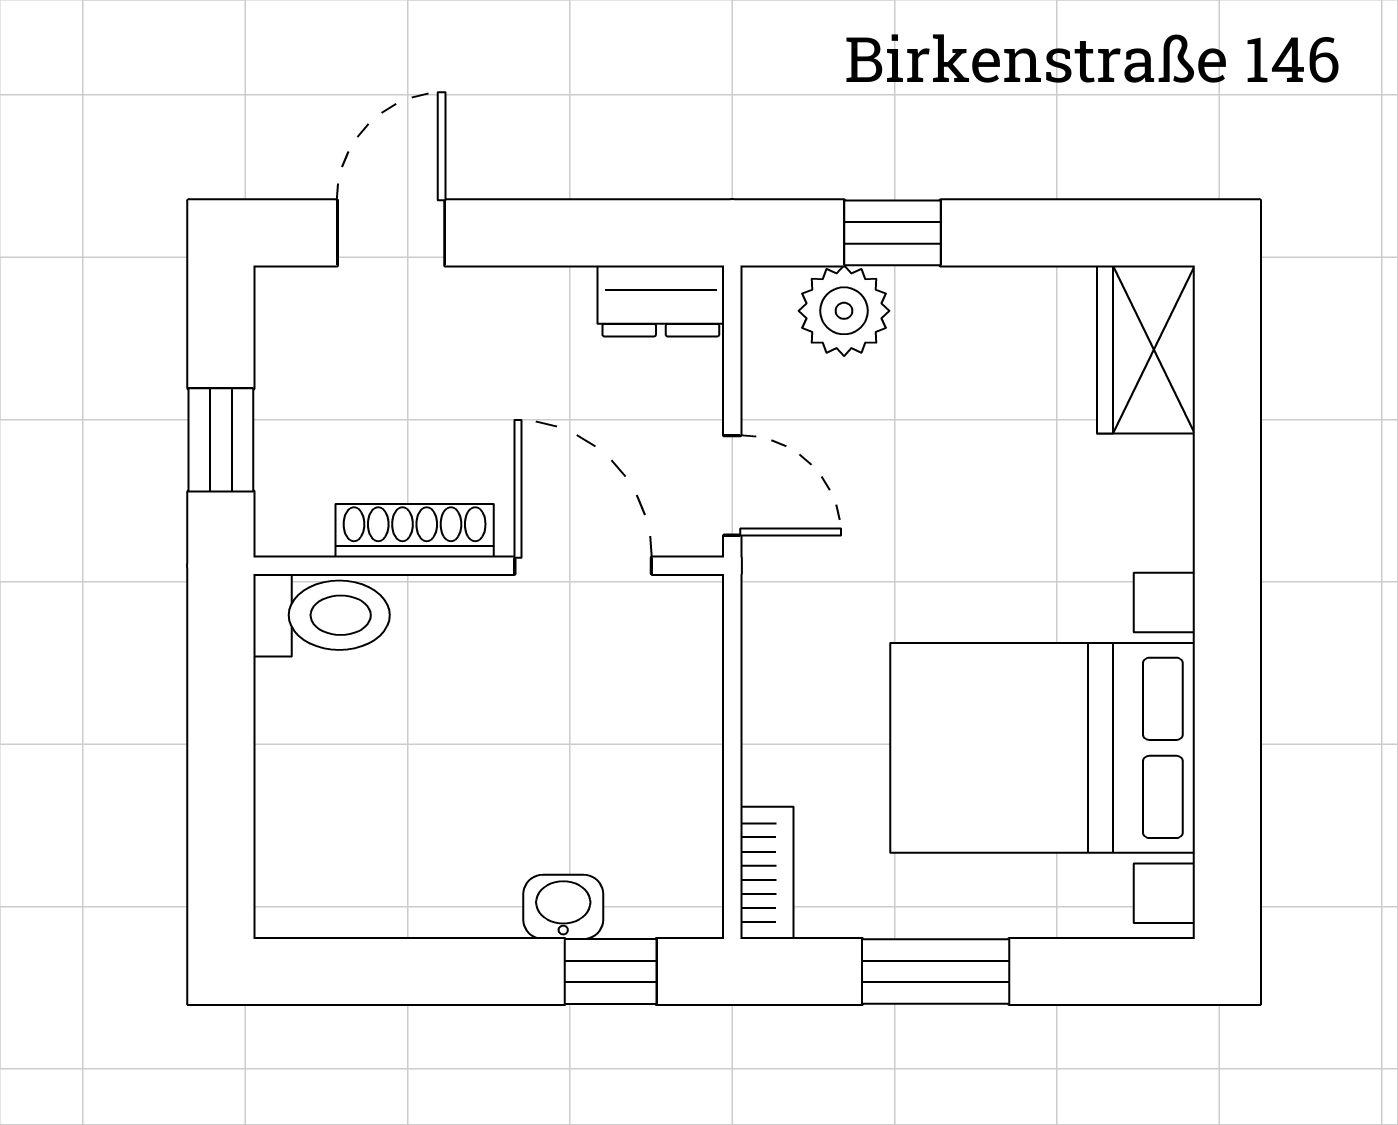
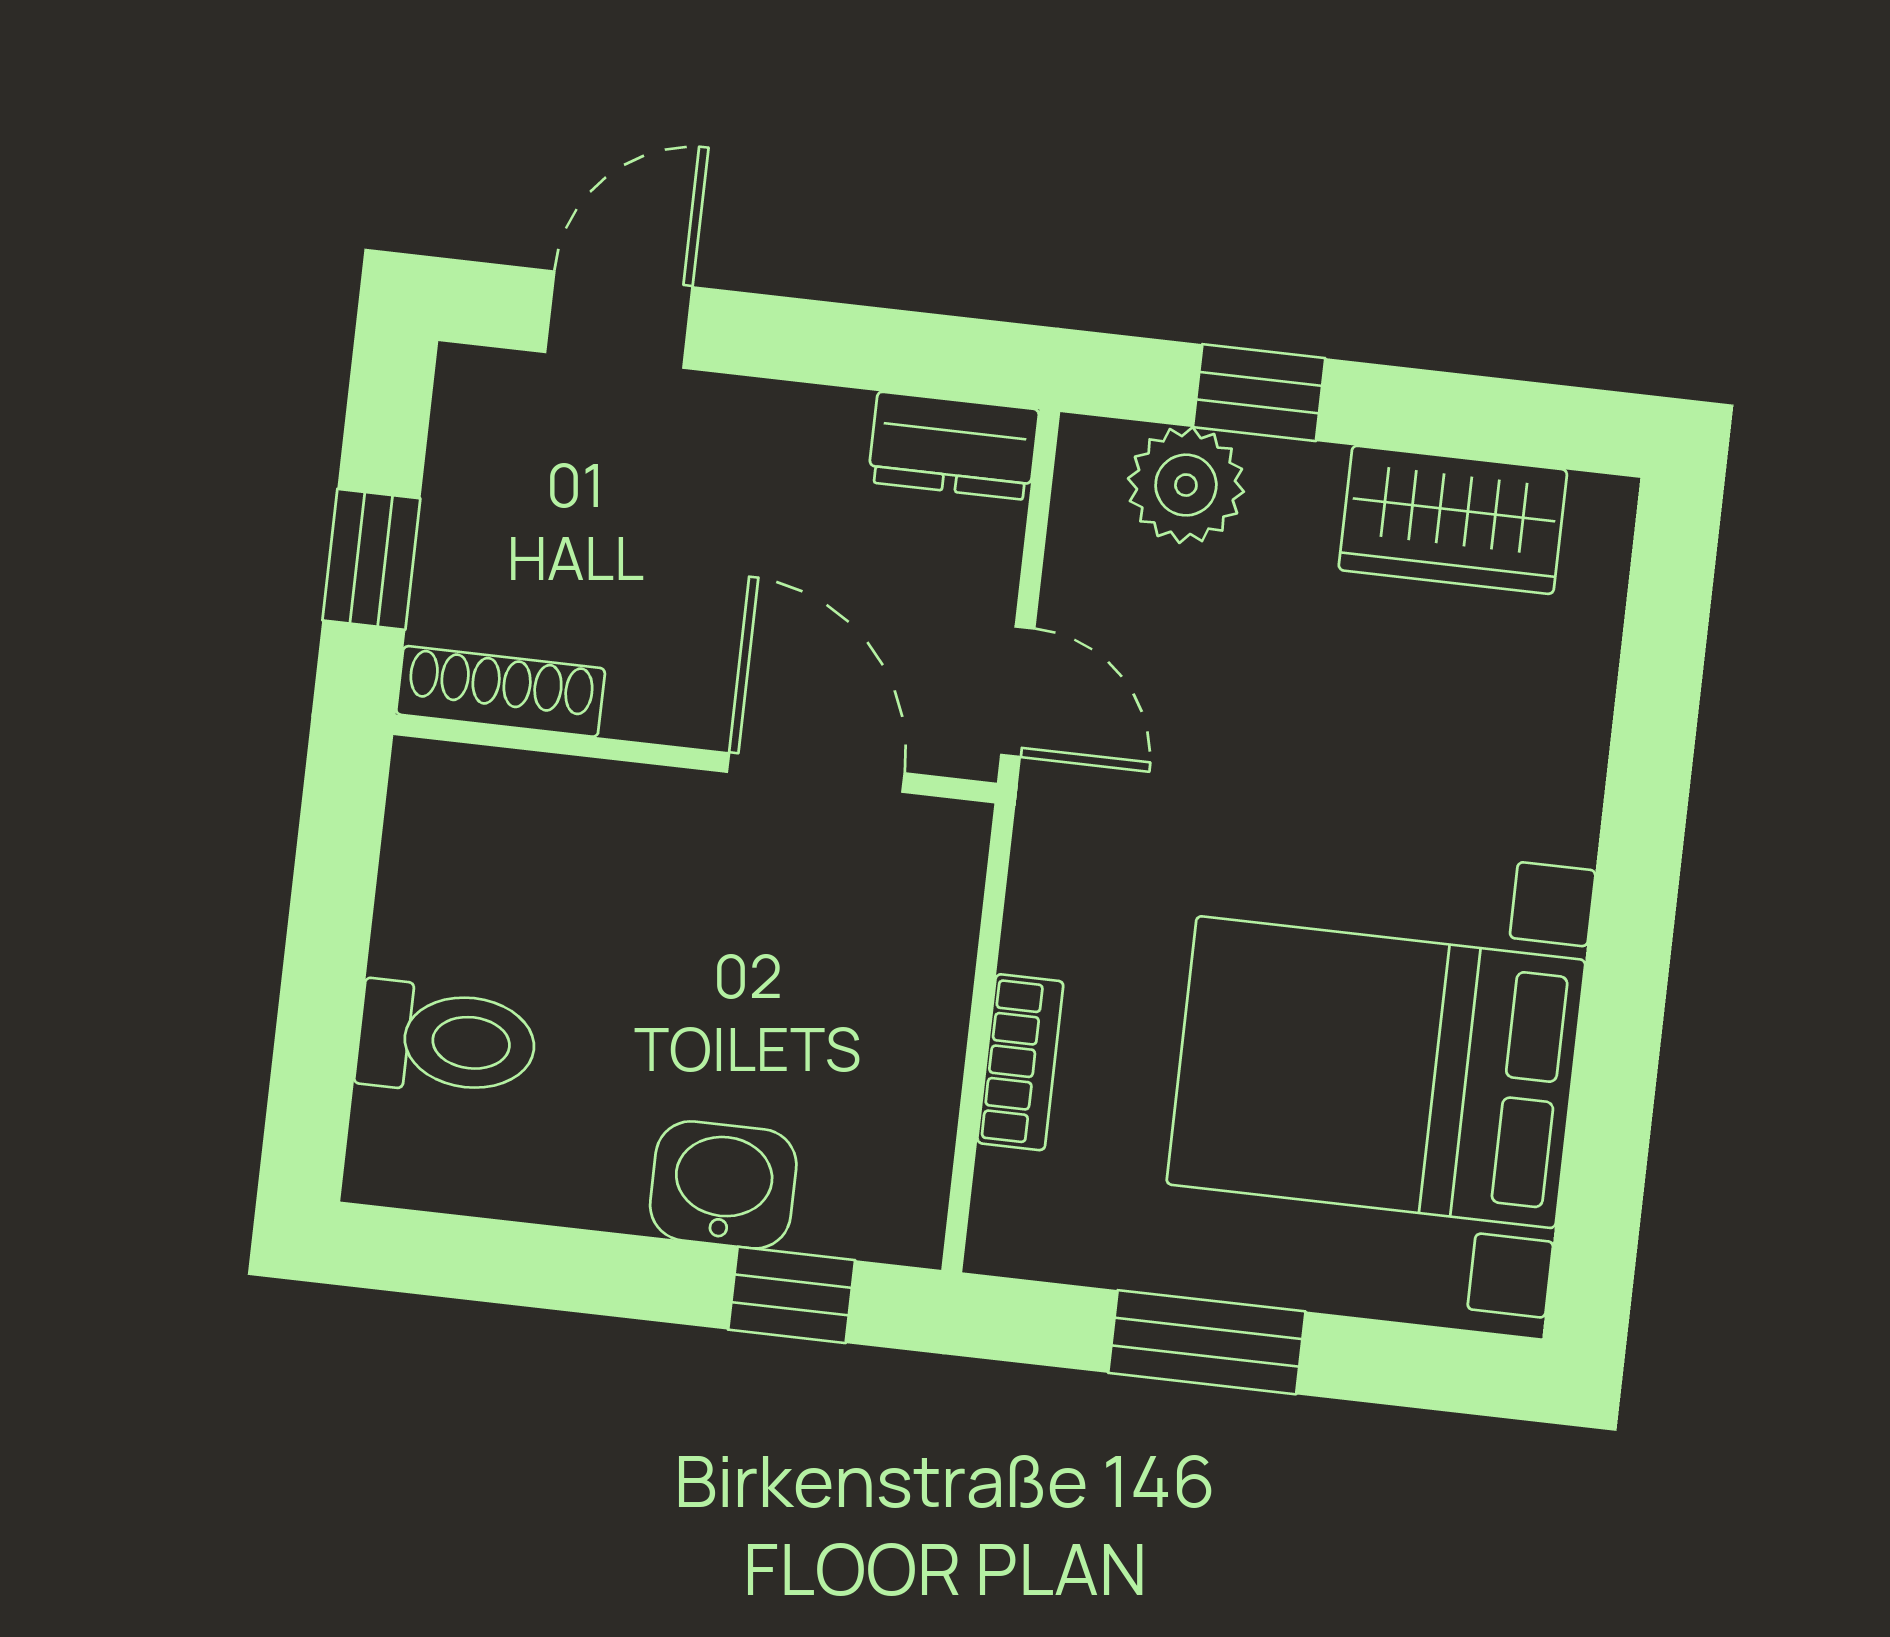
wardrobe: (1146, 350) -> (1453, 520), moved, turned -90
shoe rack: (415, 531) -> (501, 691), moved
toilet: (322, 615) -> (447, 1040), moved
bookcase: (767, 873) -> (1020, 1062), moved
washbasin: (563, 907) -> (723, 1185), width x1.38, depth x1.45

